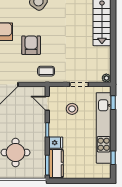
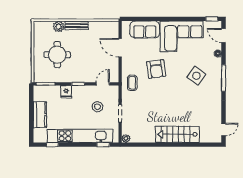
armchair: (31, 45) -> (156, 69), turned 82
kitchen counter: (56, 164) -> (40, 115), moved, turned -90

